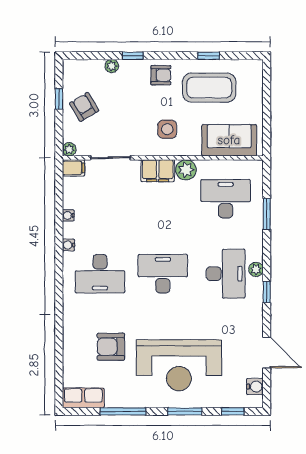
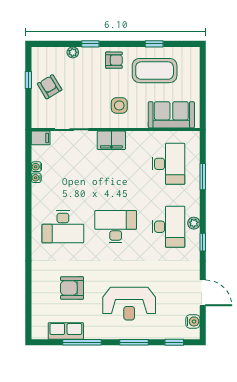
plant: (69, 149) -> (37, 122), removed
plant: (186, 170) -> (135, 140), removed
desk: (226, 199) -> (168, 164), turned 90
water cooler: (68, 245) -> (36, 167), moved
reception desk: (179, 365) -> (129, 304), width x0.74, depth x0.77
row of seats: (83, 398) -> (66, 331), moved

